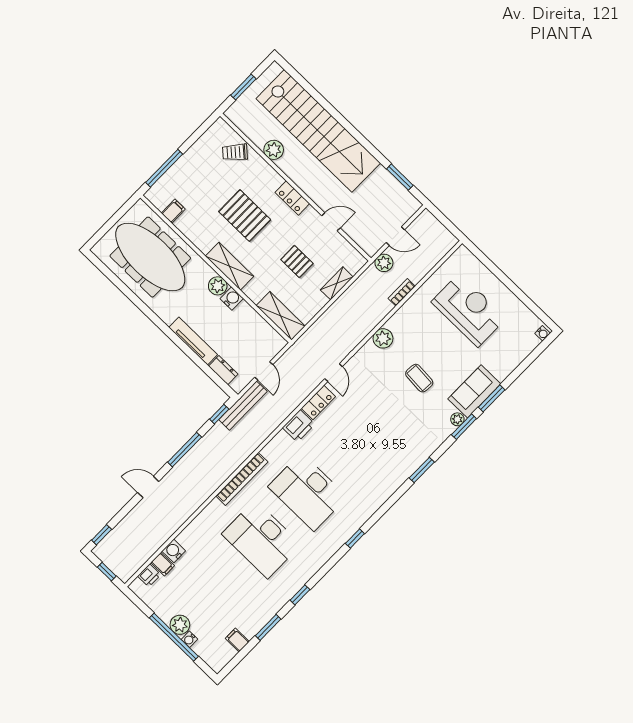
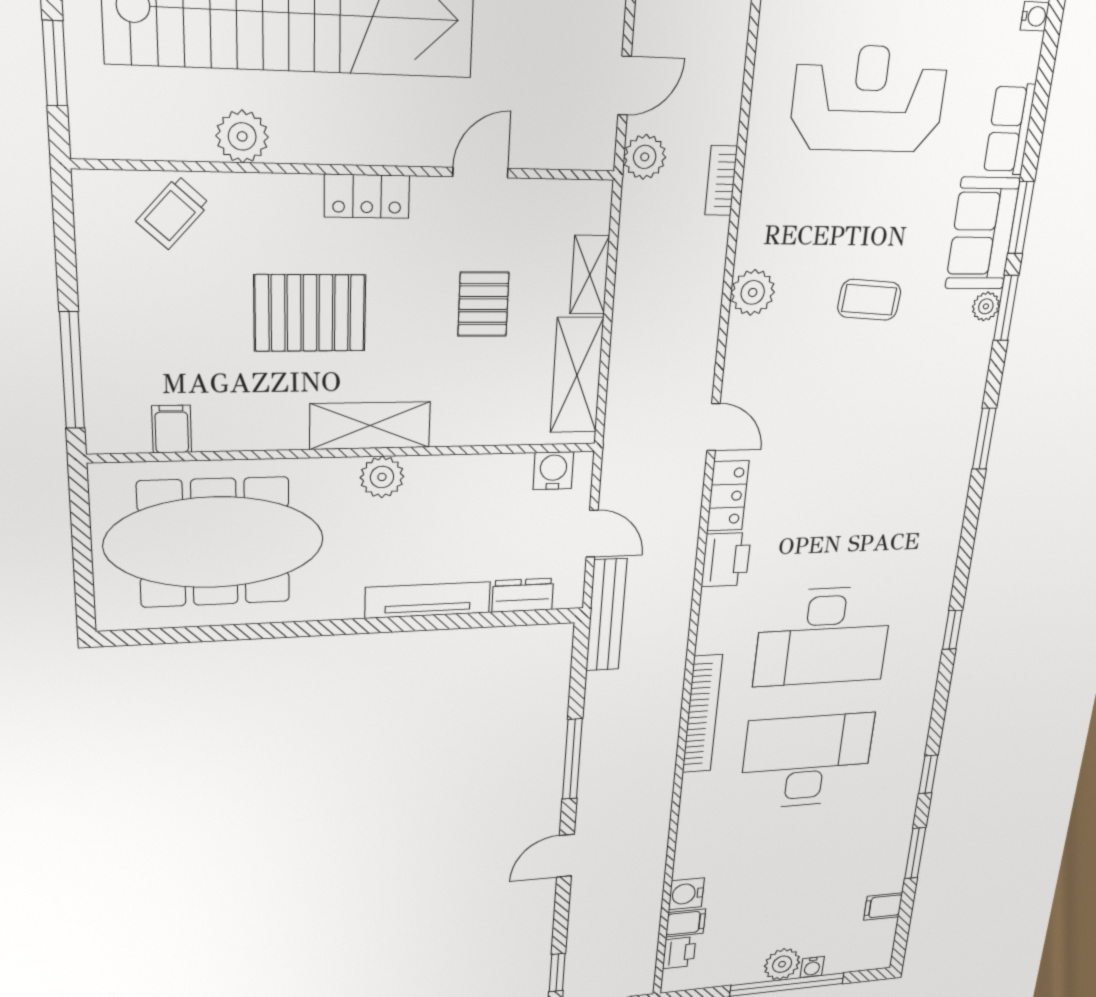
pallet: (297, 262) -> (483, 304), turned 90
water cooler: (232, 299) -> (553, 471), moved
shelving: (281, 316) -> (577, 375), moved, turned 90
row of seats: (509, 363) -> (1009, 129), added
window: (219, 414) -> (579, 662), removed
desk: (261, 539) -> (807, 761), turned 180

